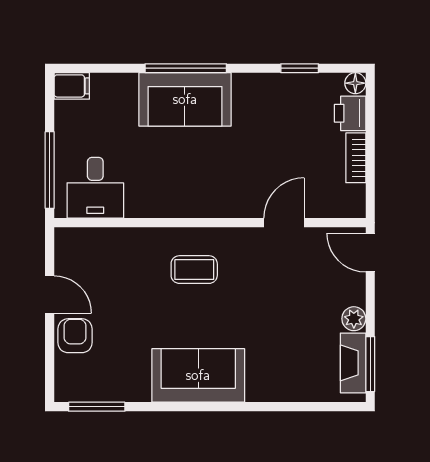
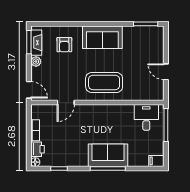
coffee table: (194, 270) -> (104, 82), width x1.86, depth x1.72
armchair: (75, 336) -> (64, 45), moved

